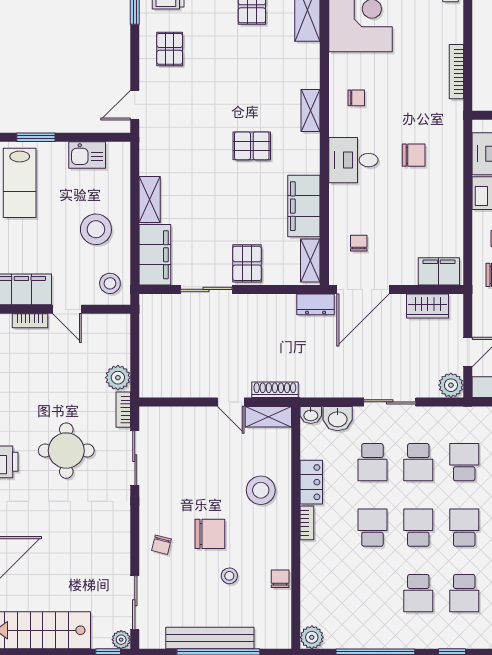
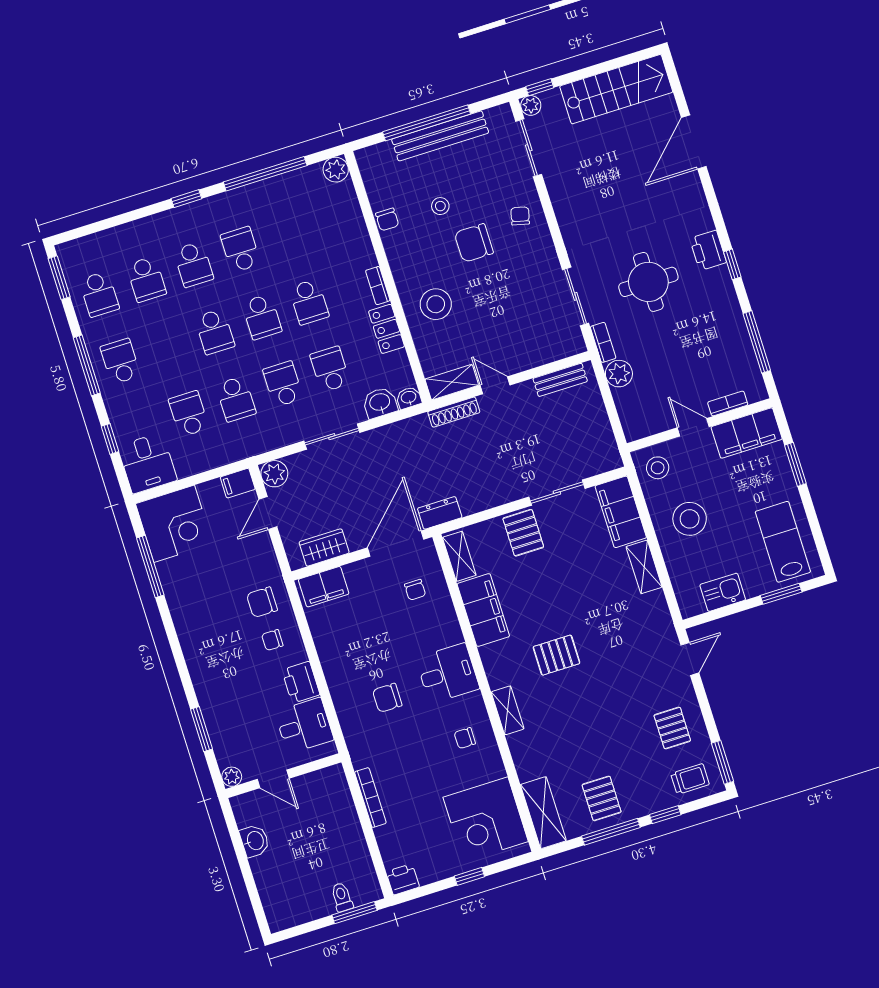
bench: (172, 388) -> (560, 380), added
school desk: (464, 593) -> (193, 264), turned 180

